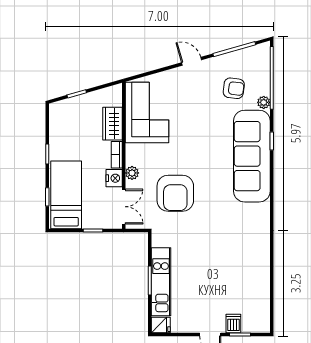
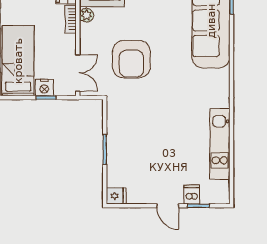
plant: (132, 173) -> (86, 15), moved
nightstand: (114, 178) -> (44, 88), moved, turned 90
kitchen unit: (161, 282) -> (220, 144), moved, turned 180

